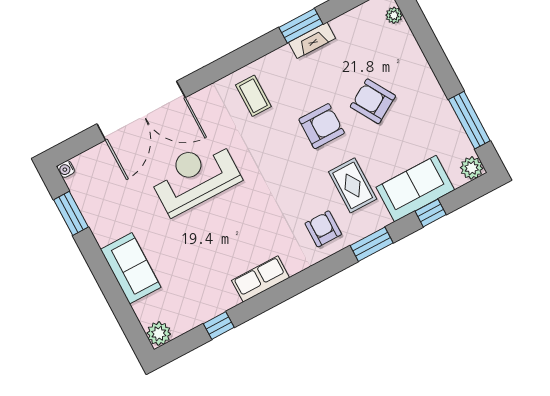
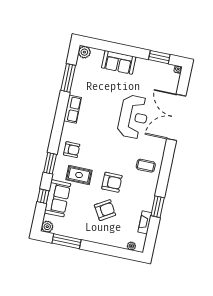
fireplace: (312, 40) -> (145, 222), moved
armchair: (322, 126) -> (112, 182), turned -90
window: (219, 326) -> (68, 78), width x2.17

